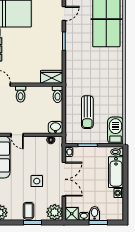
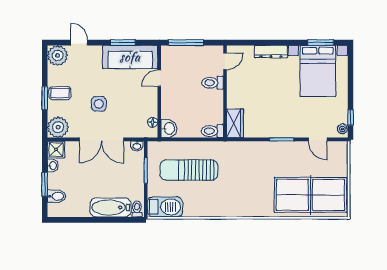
sun lounger: (87, 112) -> (189, 170), width x1.36, depth x1.34
washing machine: (119, 193) -> (83, 211), removed
bidet: (95, 213) -> (57, 196), moved

